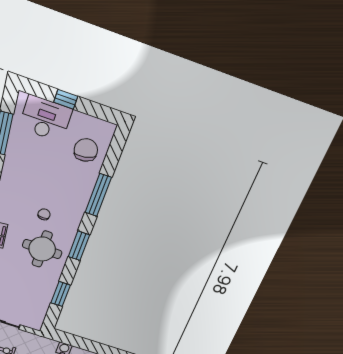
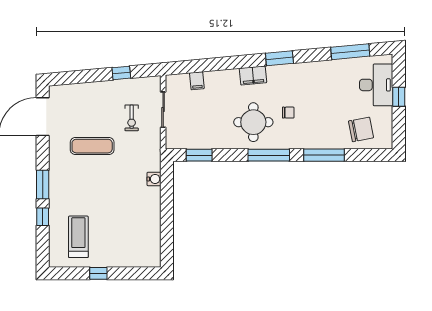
window: (79, 246) -> (269, 155), width x1.44
window: (61, 294) -> (199, 155), moved

